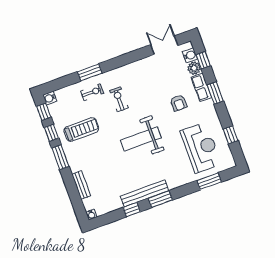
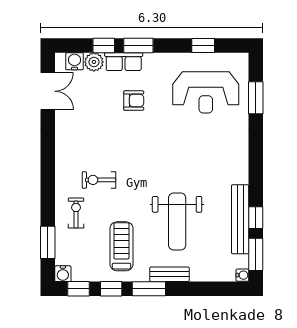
double door: (164, 45) -> (48, 91), swing flipped
window: (203, 60) -> (104, 46), moved
window: (90, 72) -> (48, 242), moved
weight bench: (141, 139) -> (177, 222), moved
reception desk: (201, 148) -> (206, 92), turned 180
bench: (81, 185) -> (170, 274), moved
bench: (144, 193) -> (240, 219), moved
window: (160, 199) -> (256, 254), moved

